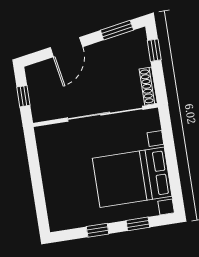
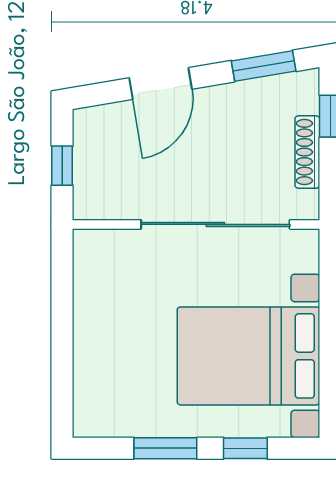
shoe rack: (148, 86) -> (307, 152), moved
window: (98, 230) -> (165, 448), width x1.50

